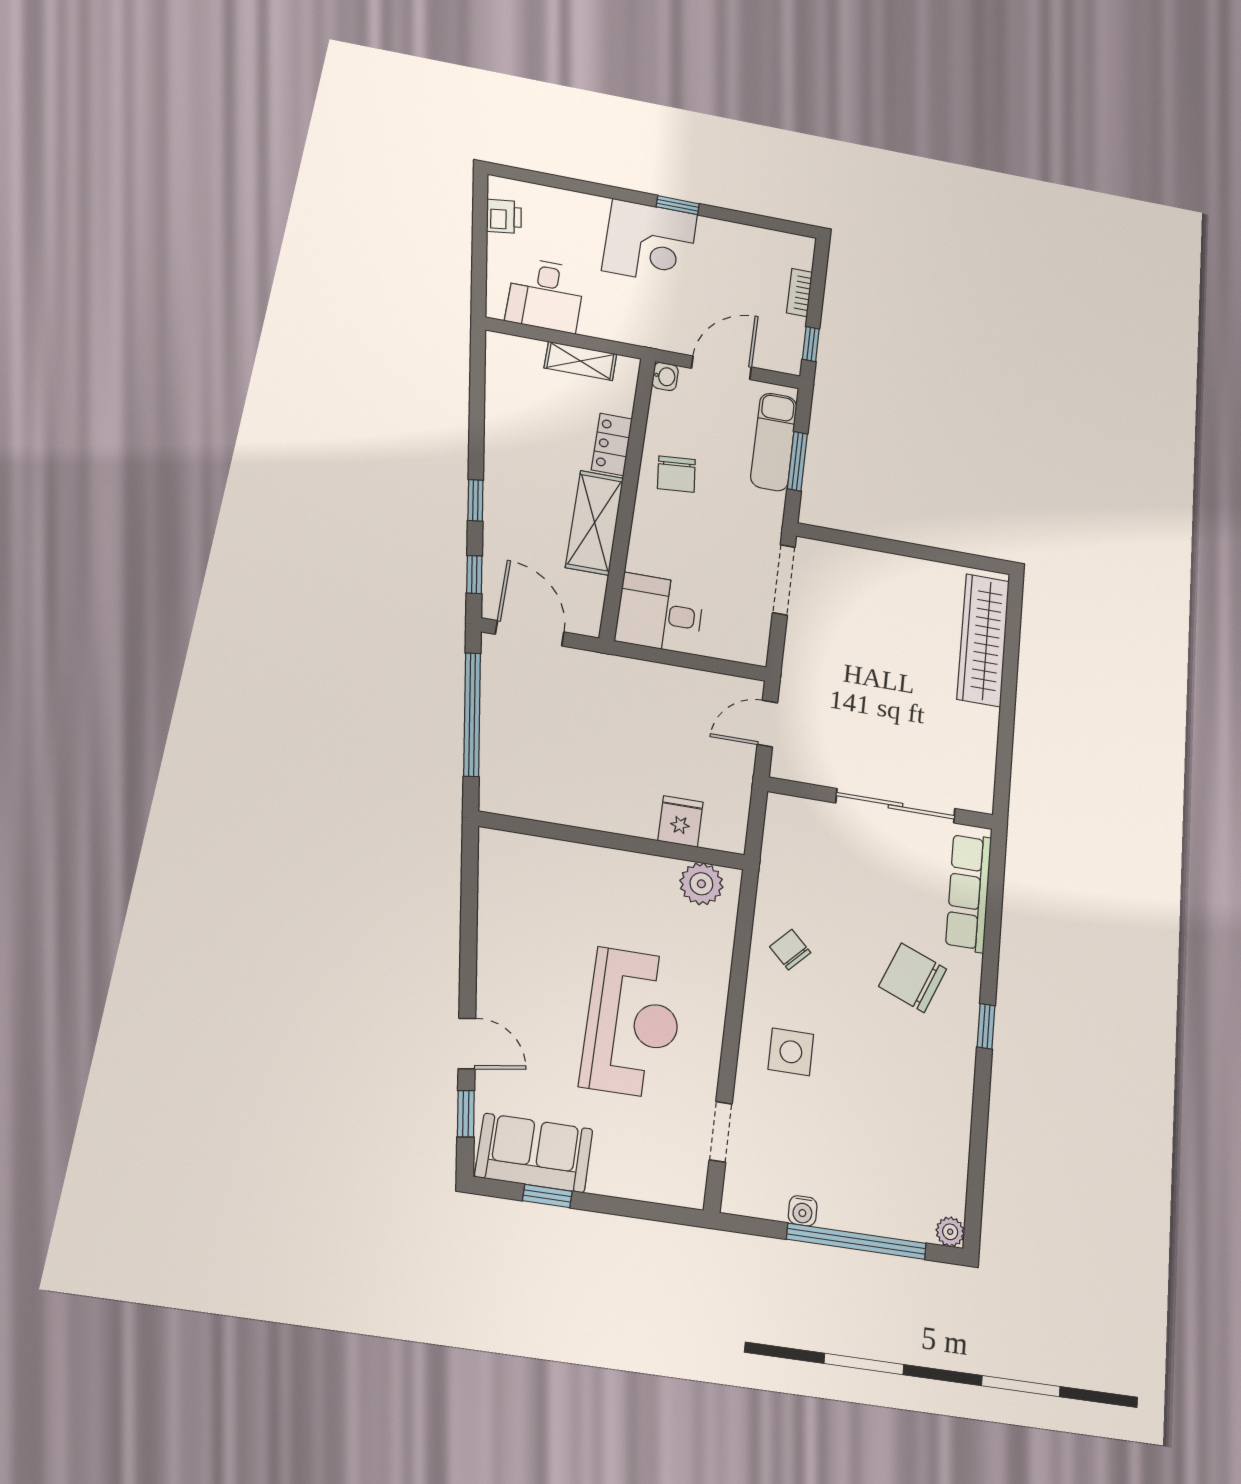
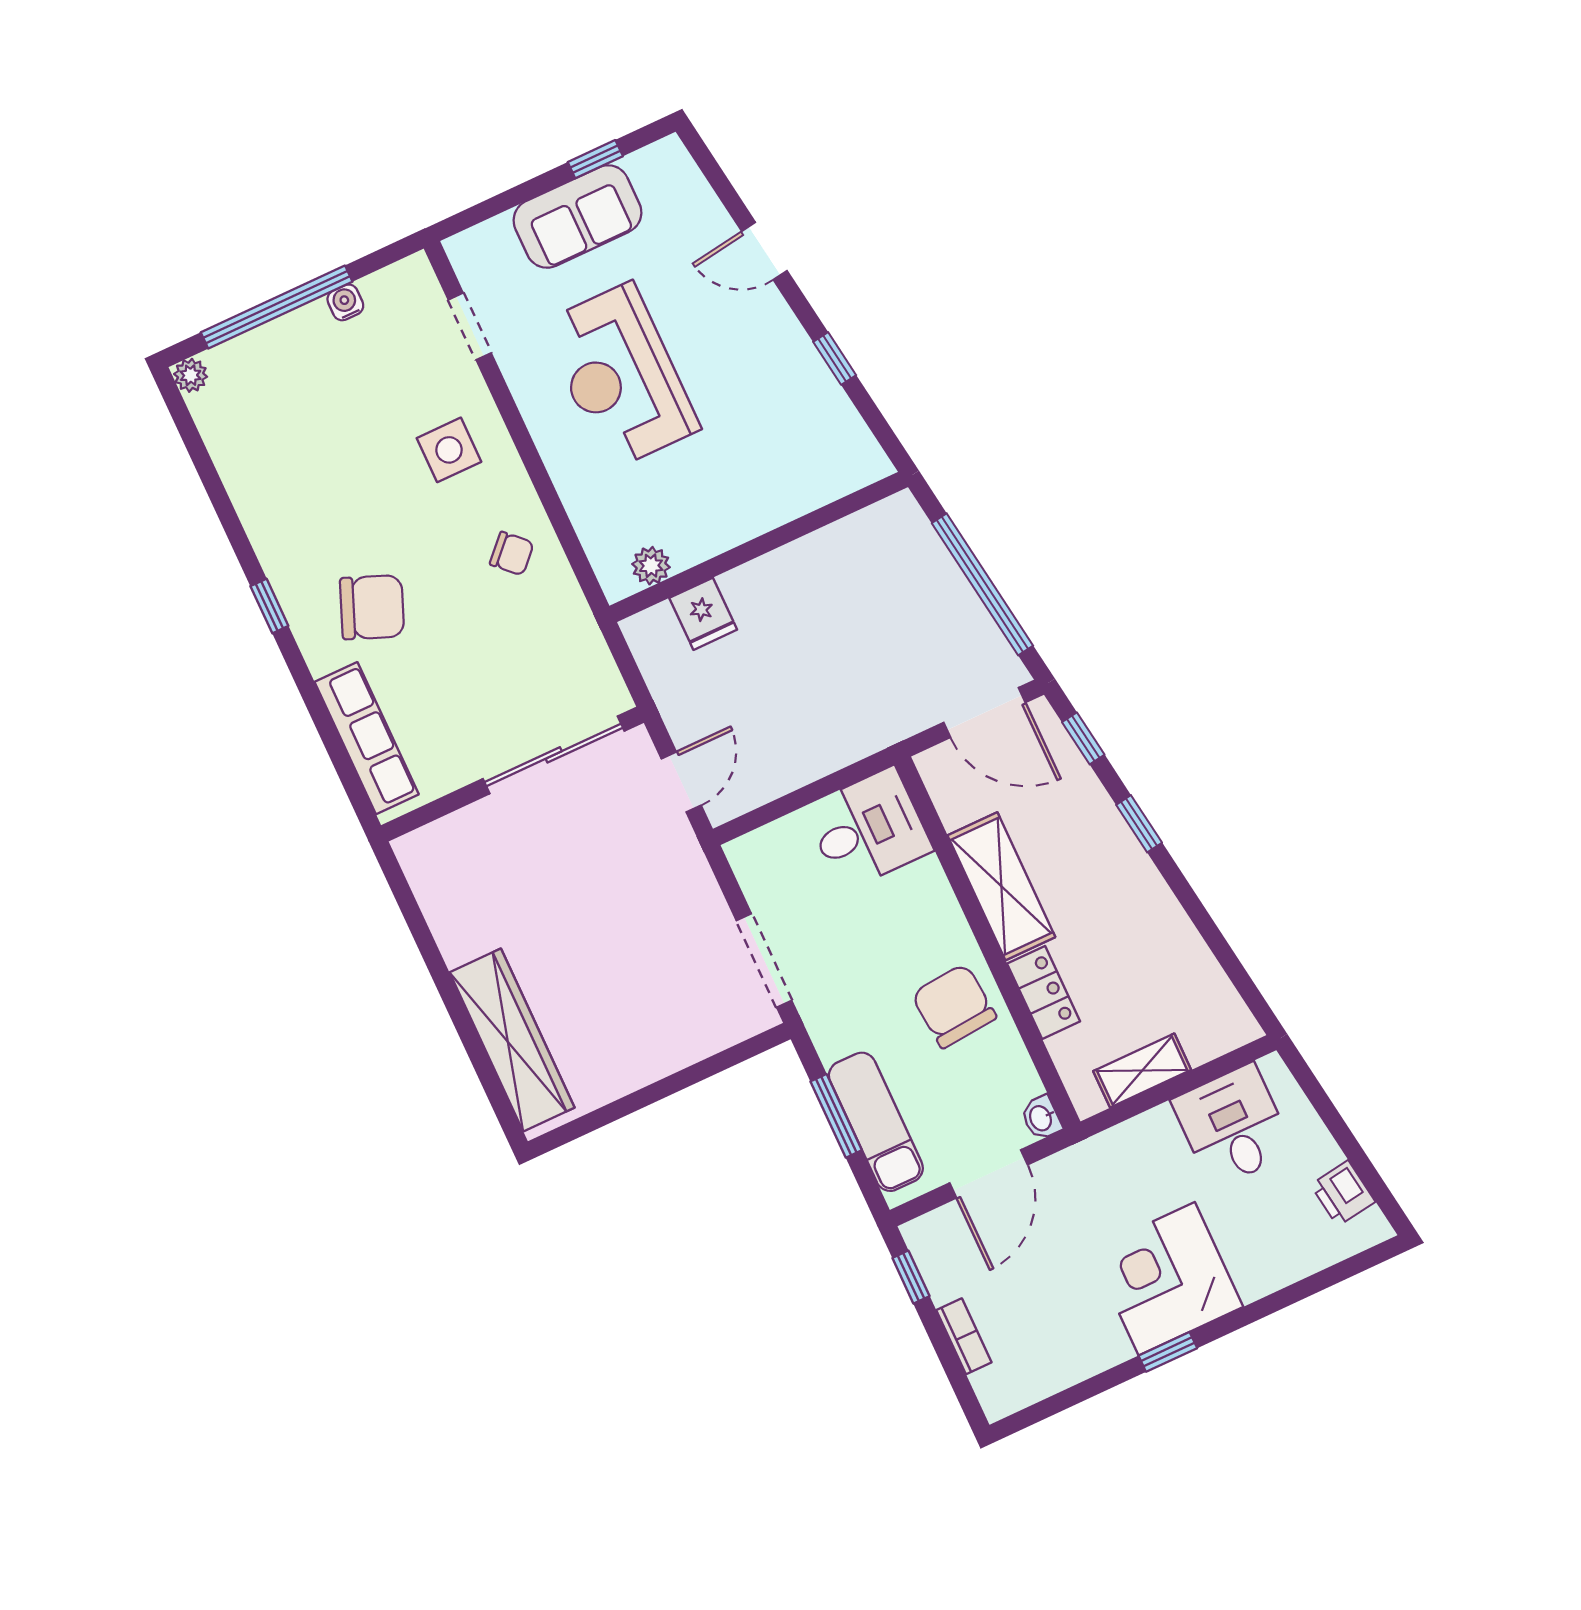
chair: (676, 474) -> (954, 1006), width x1.37, depth x1.37
sliding door: (895, 806) -> (554, 755), moved
plant: (701, 884) -> (651, 566), width x0.73, depth x0.73
window: (466, 1114) -> (835, 358), moved
sofa: (534, 1153) -> (577, 217), moved

